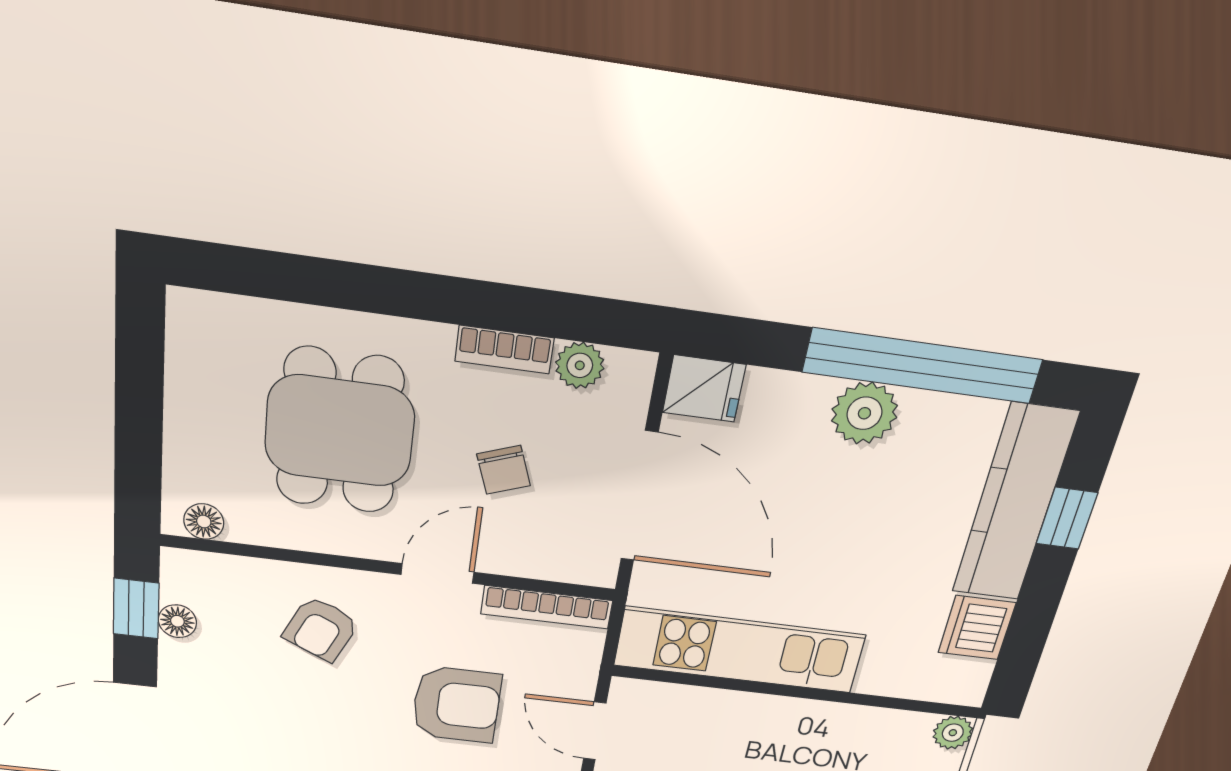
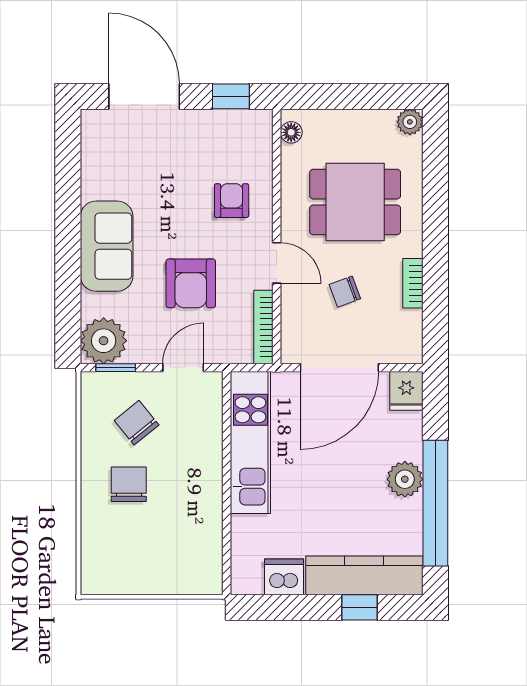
plant: (580, 365) -> (410, 122), moved
floor lamp: (177, 621) -> (226, 120), removed
armchair: (321, 629) -> (232, 201), turned 65
plant: (953, 733) -> (211, 583), removed

